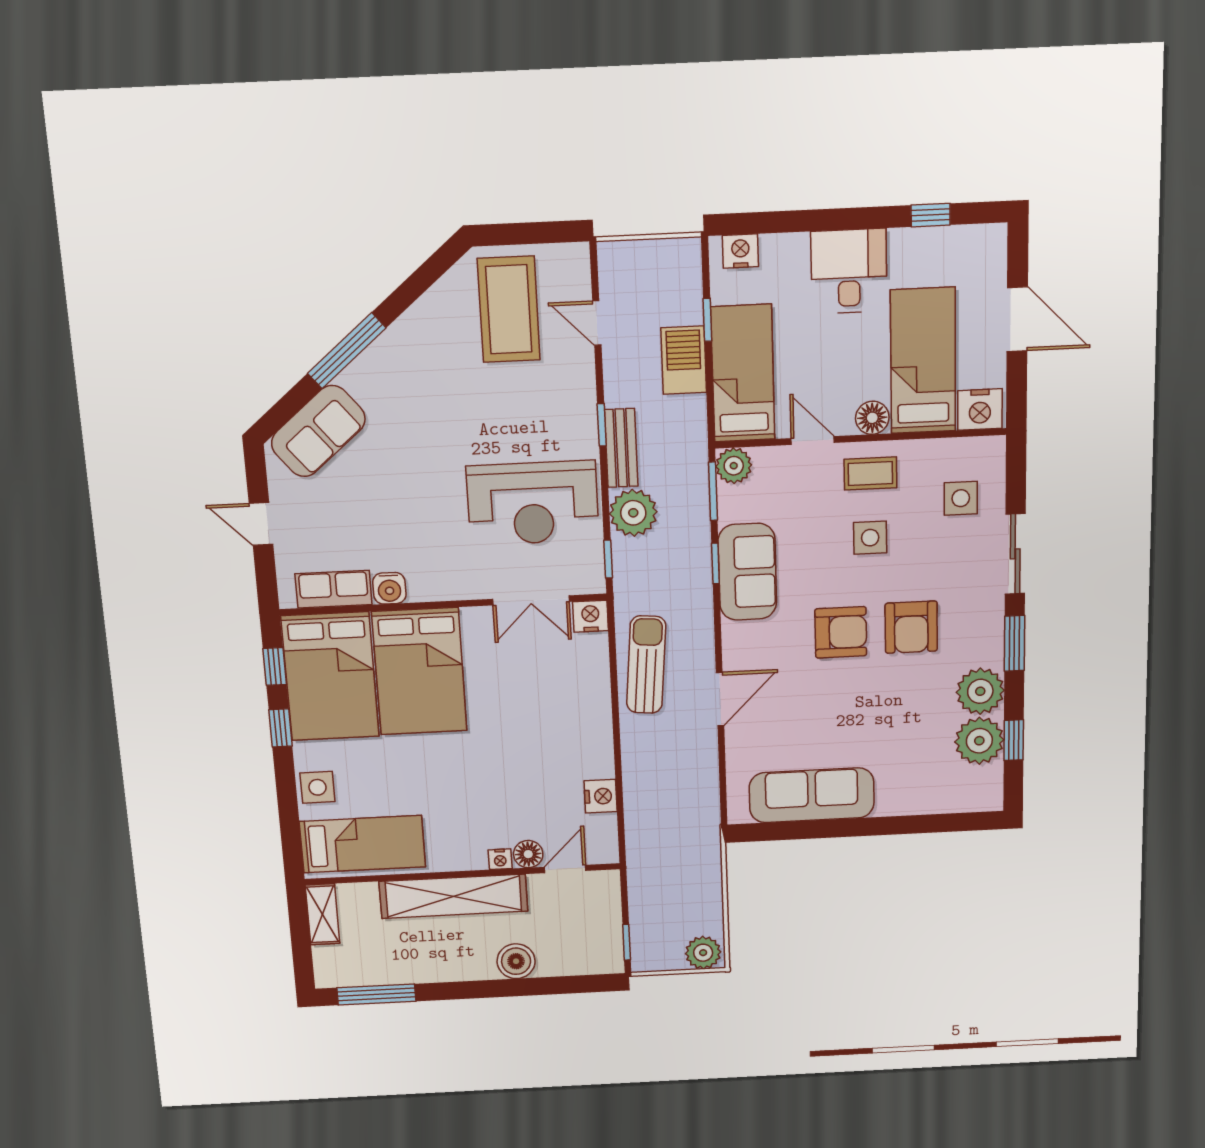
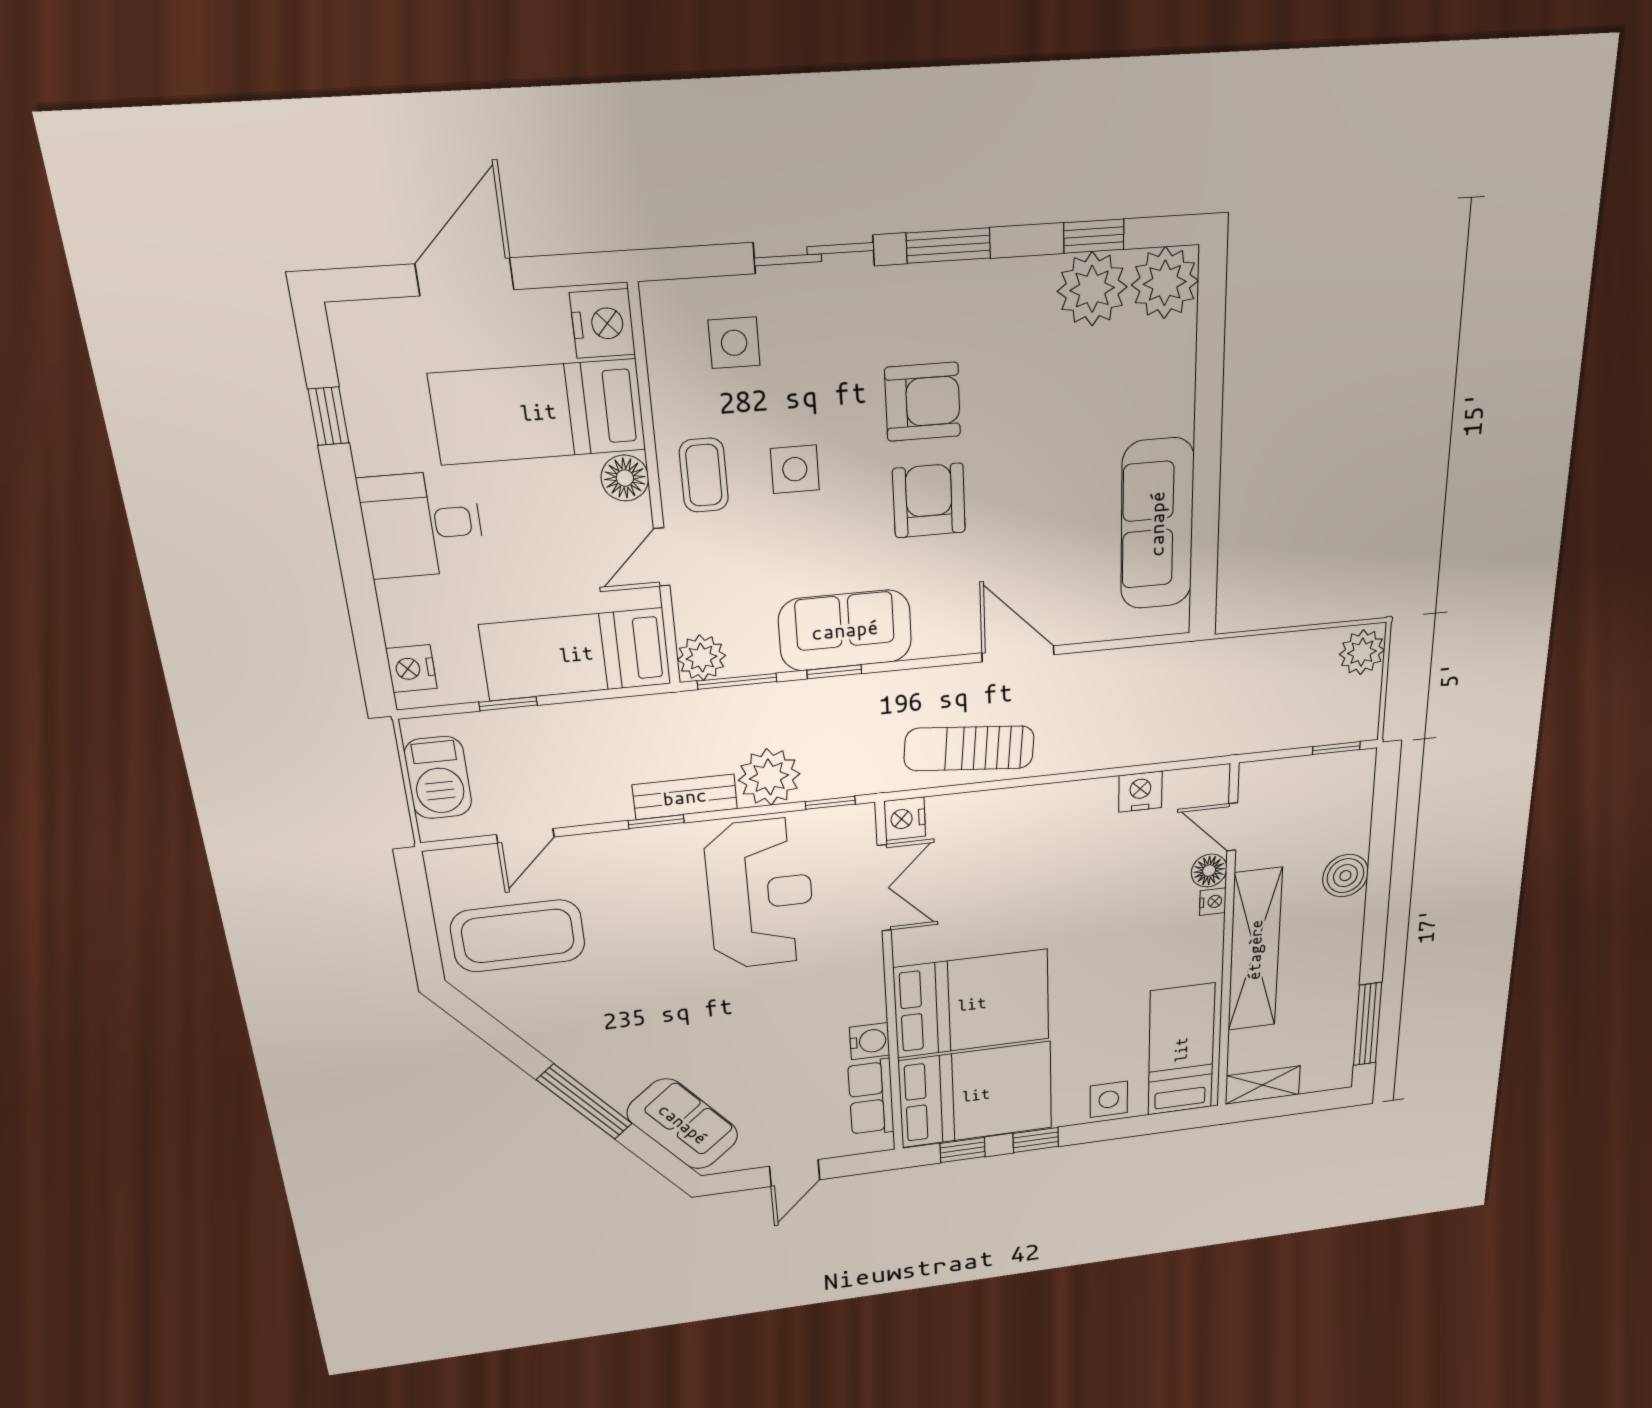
barbecue: (684, 360) -> (438, 778), moved, turned -90
plant: (980, 691) -> (1165, 283), moved

